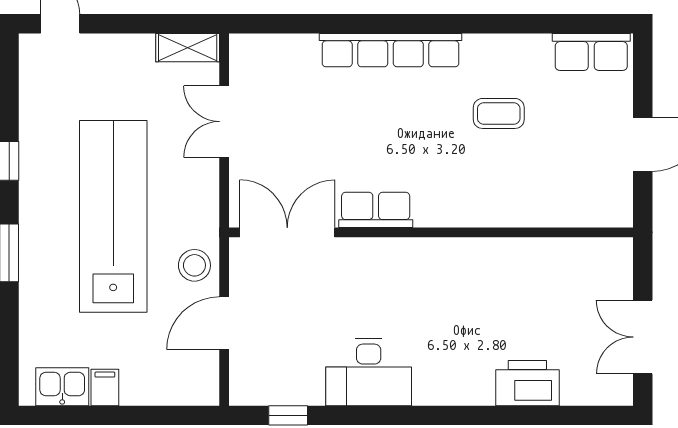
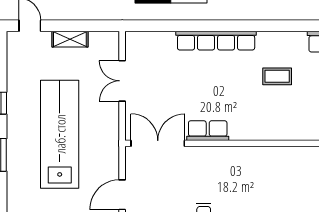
shelving: (188, 48) -> (70, 39), moved
stool: (194, 265) -> (105, 162), removed

